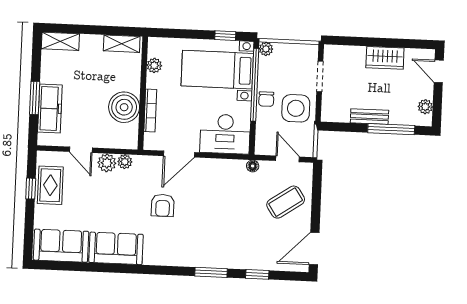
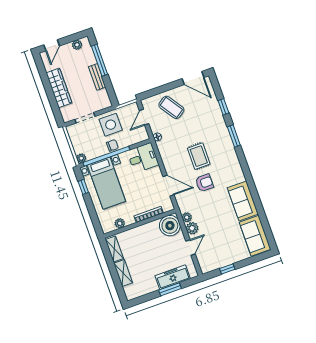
shelving: (60, 41) -> (123, 273), moved
wardrobe: (385, 58) -> (59, 88), width x1.50
boiler: (124, 107) -> (170, 226), moved
desk: (225, 134) -> (143, 158), width x0.73
rug: (50, 185) -> (199, 156), moved, turned 90

